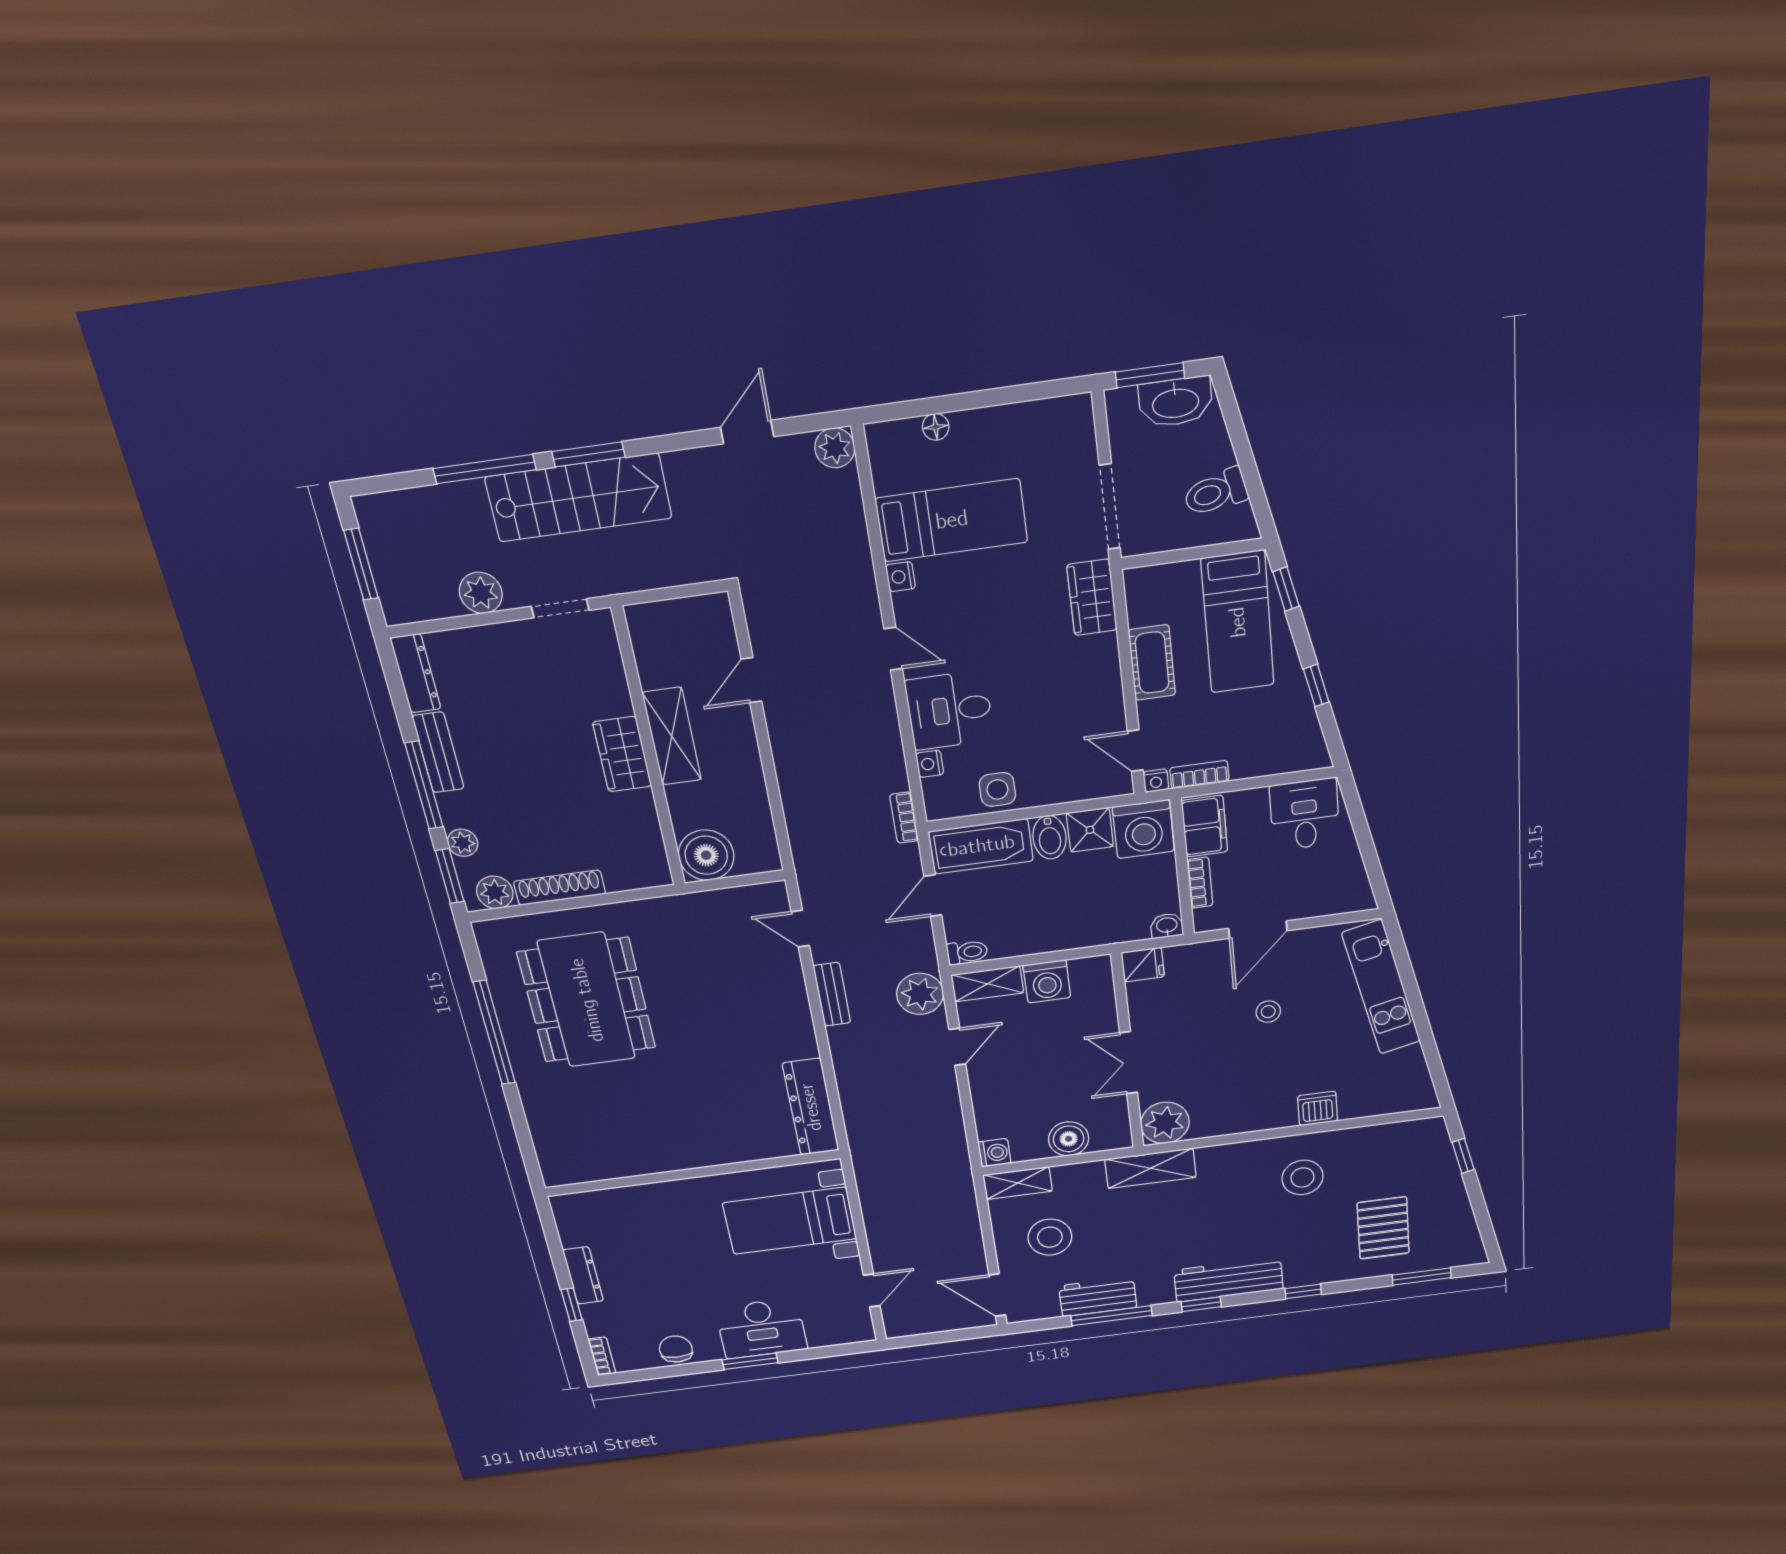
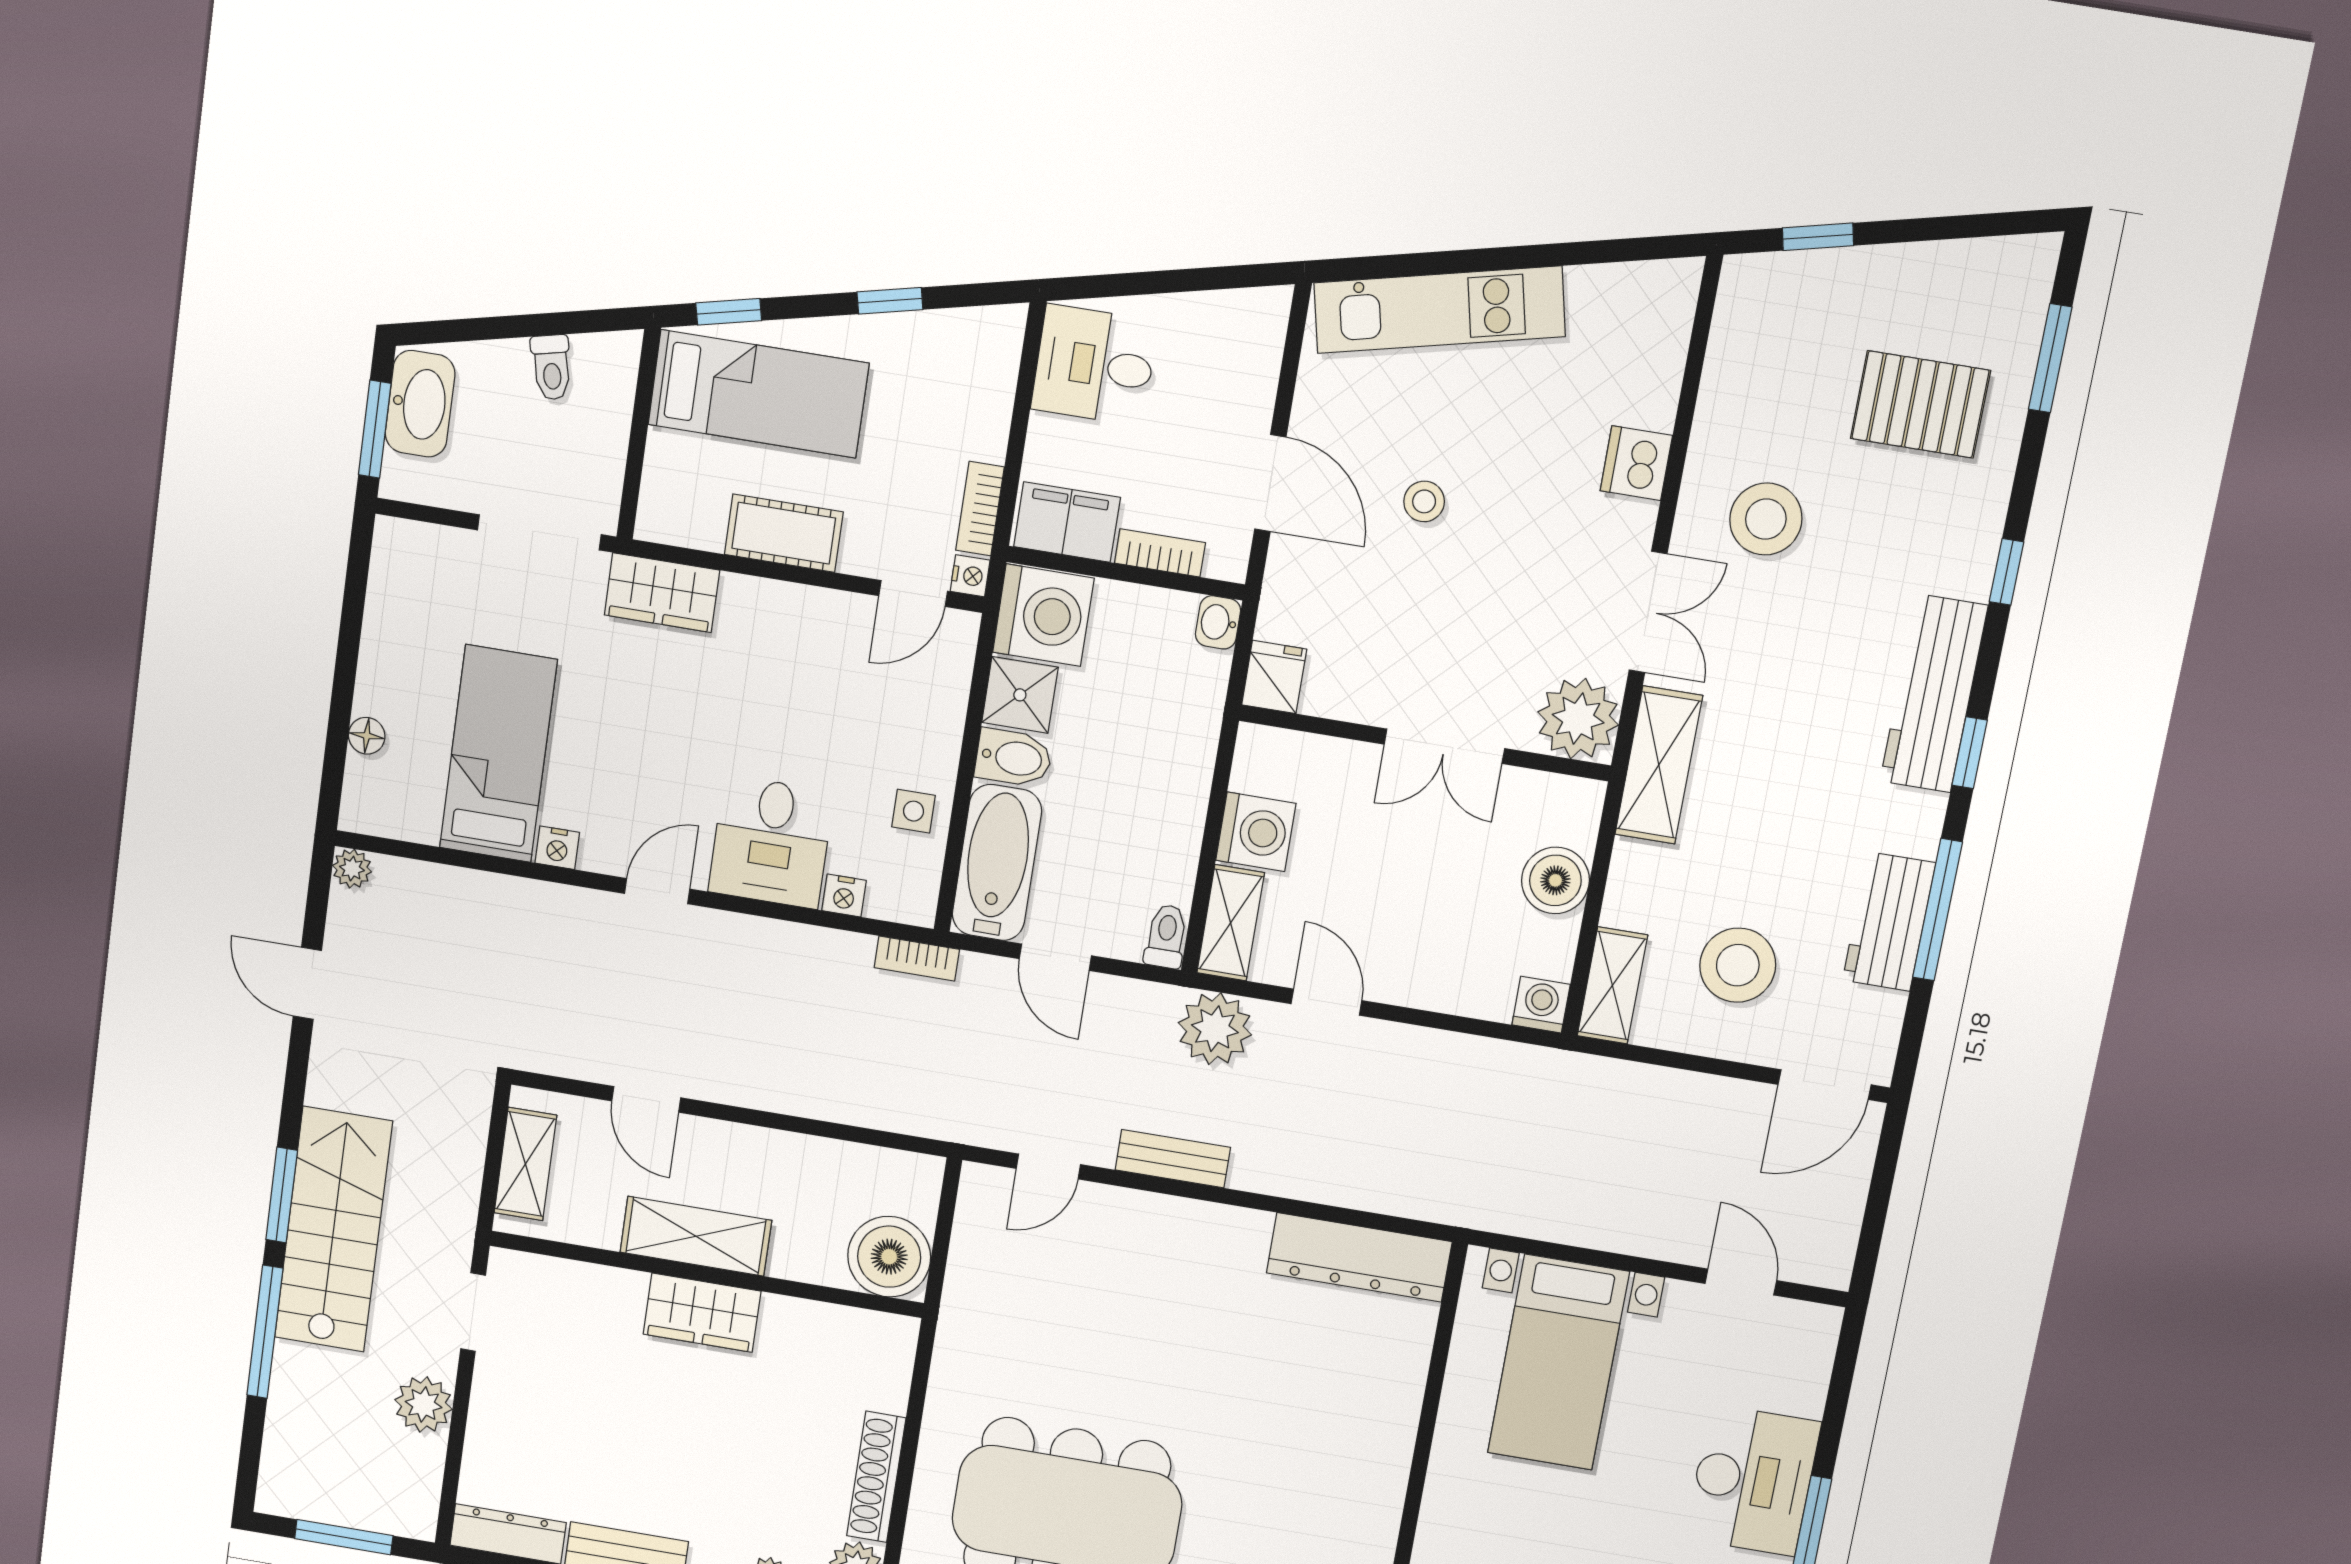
plant: (835, 448) -> (352, 869), width x0.73, depth x0.73
toilet: (1216, 492) -> (551, 367), width x0.73, depth x0.72
shelving: (677, 615) -> (525, 1164), added
side table: (997, 789) -> (914, 811), width x0.73, depth x0.73
double door: (1235, 1138) -> (1648, 612), added

